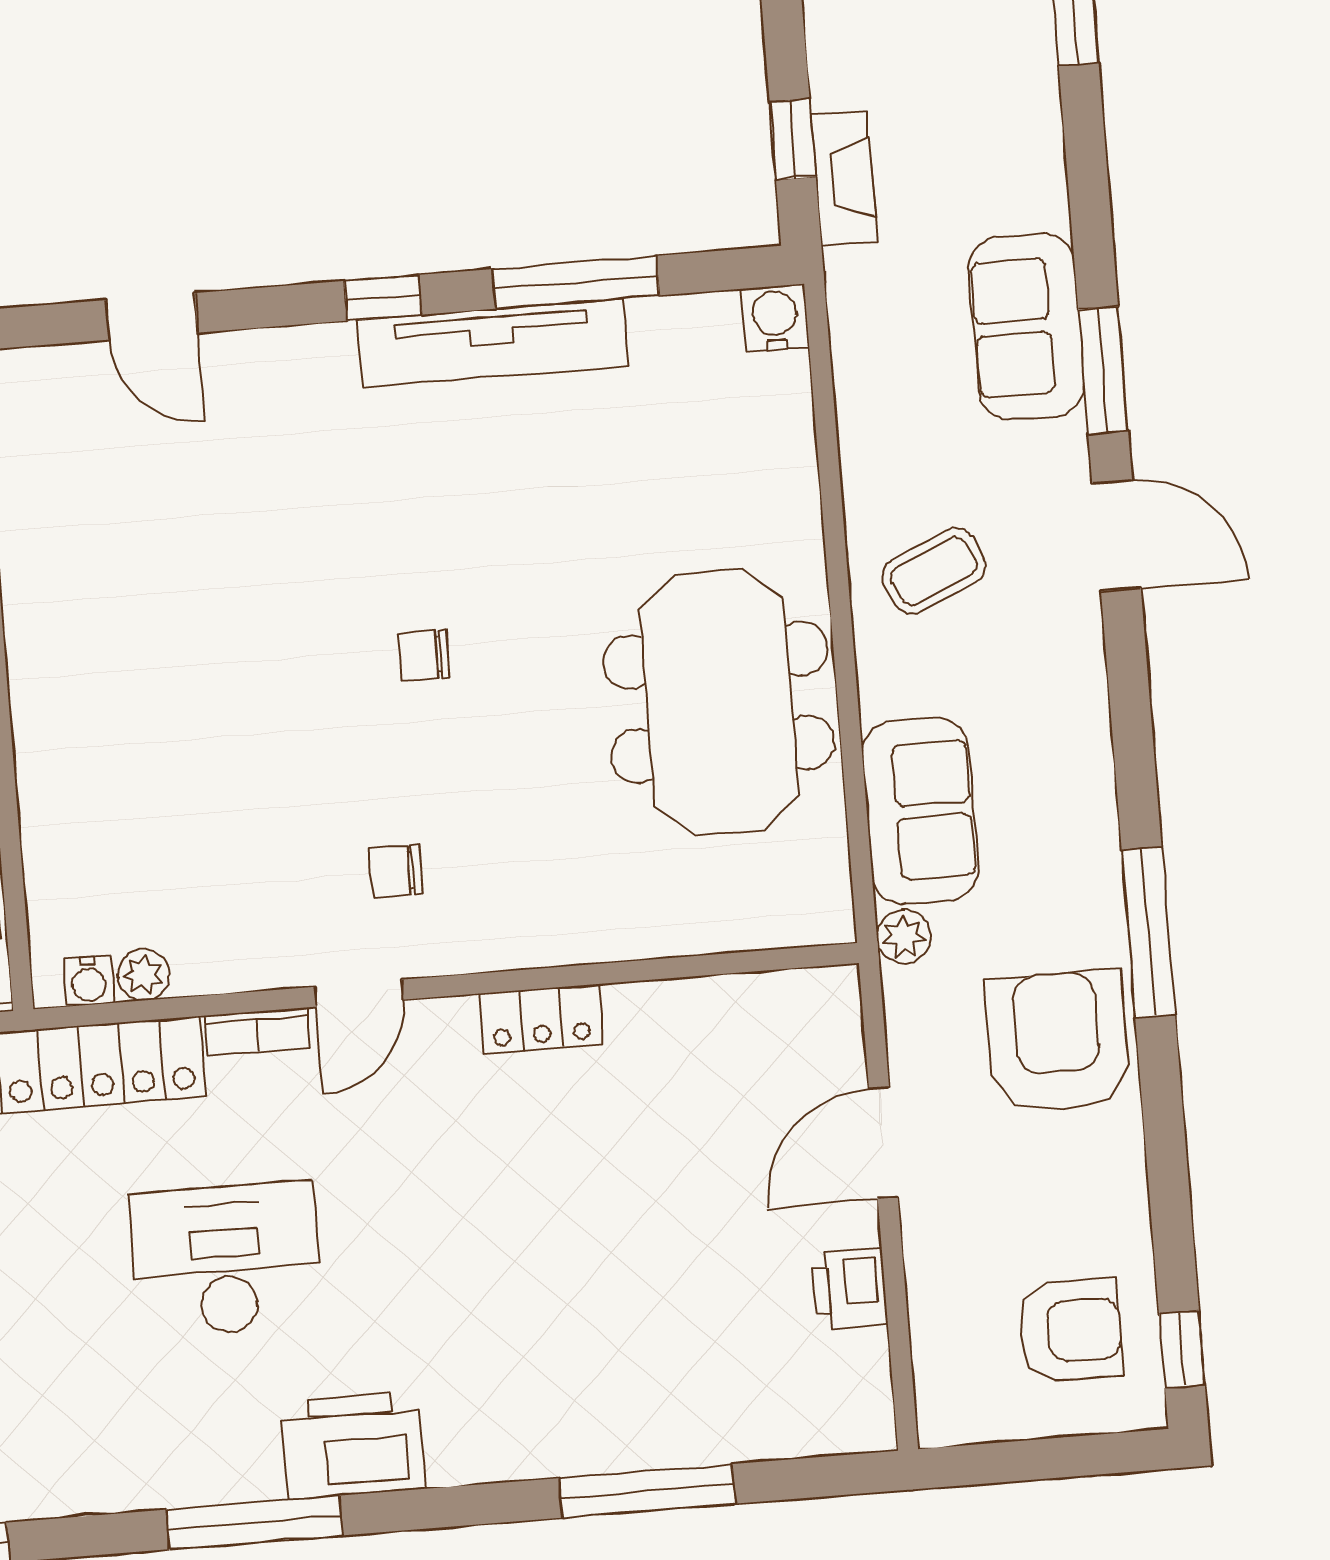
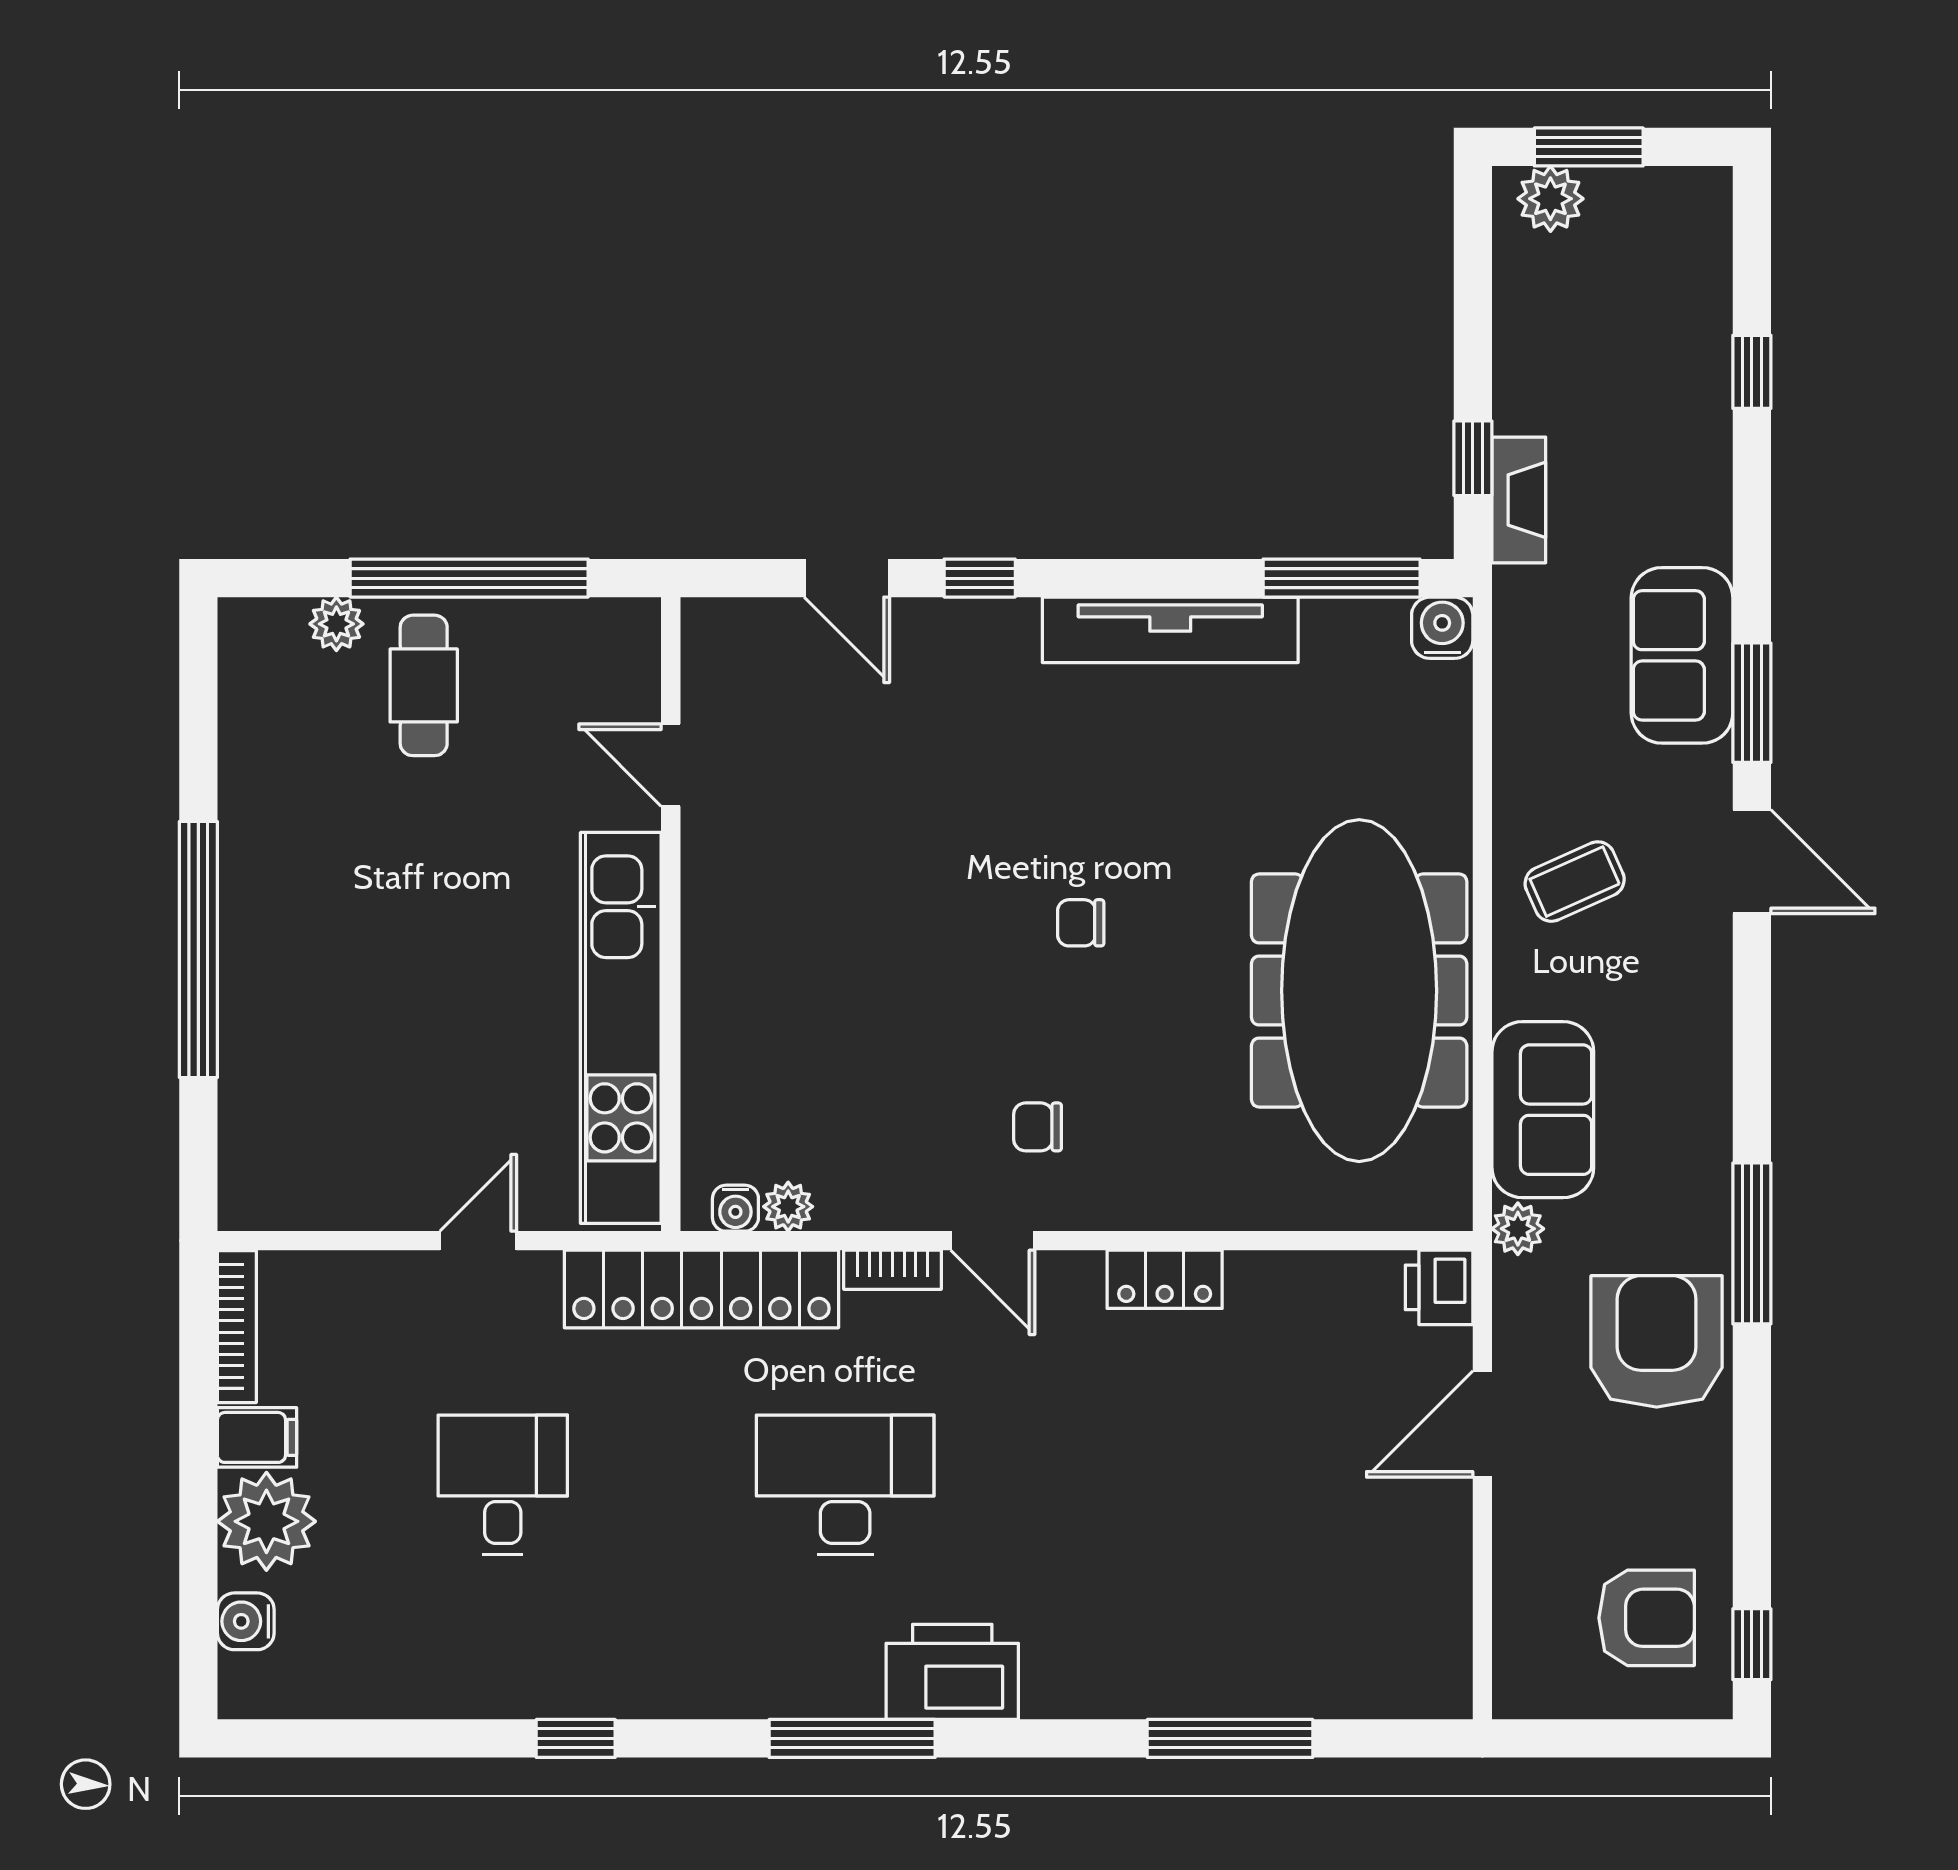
window: (576, 282) -> (1342, 578), moved
window: (383, 298) -> (980, 578), moved
meeting table: (719, 702) -> (1359, 991), width x1.36
door: (359, 993) -> (993, 1241), hinge flipped
printer: (850, 1289) -> (1439, 1287), moved

